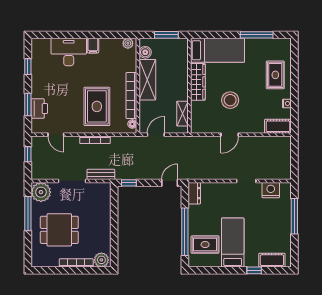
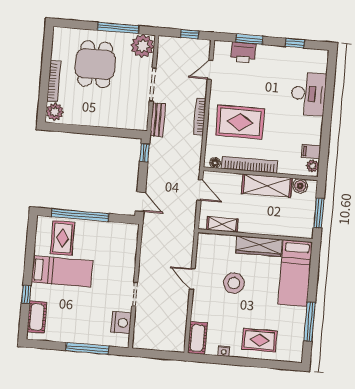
filing cabinet: (93, 46) -> (311, 151), moved
dresser: (194, 193) -> (125, 230), removed

